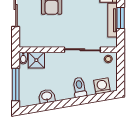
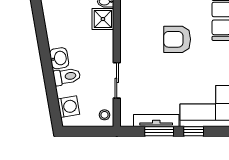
sliding door: (82, 50) -> (117, 80), width x0.73
washbasin: (47, 96) -> (59, 58), moved

